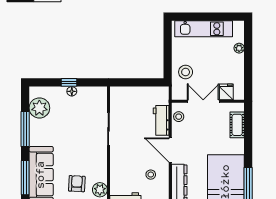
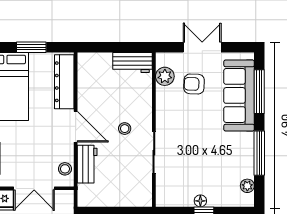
plant: (39, 108) -> (247, 186), width x0.53, depth x0.53
stool: (151, 175) -> (125, 129), moved
armchair: (77, 184) -> (194, 84), turned 89

